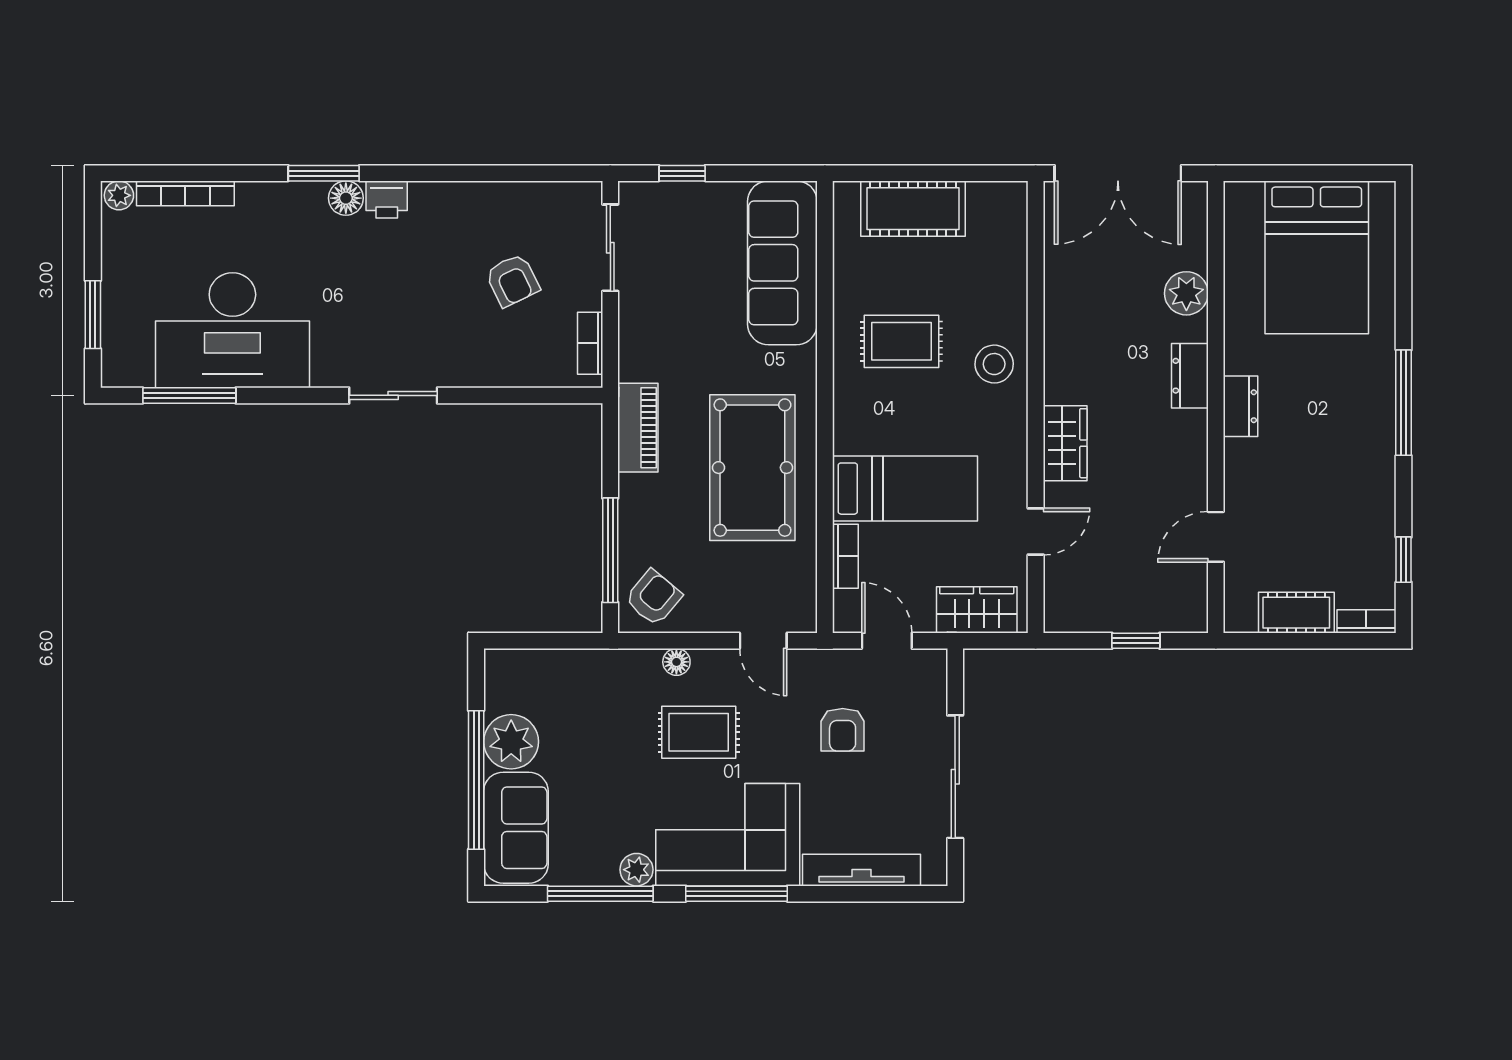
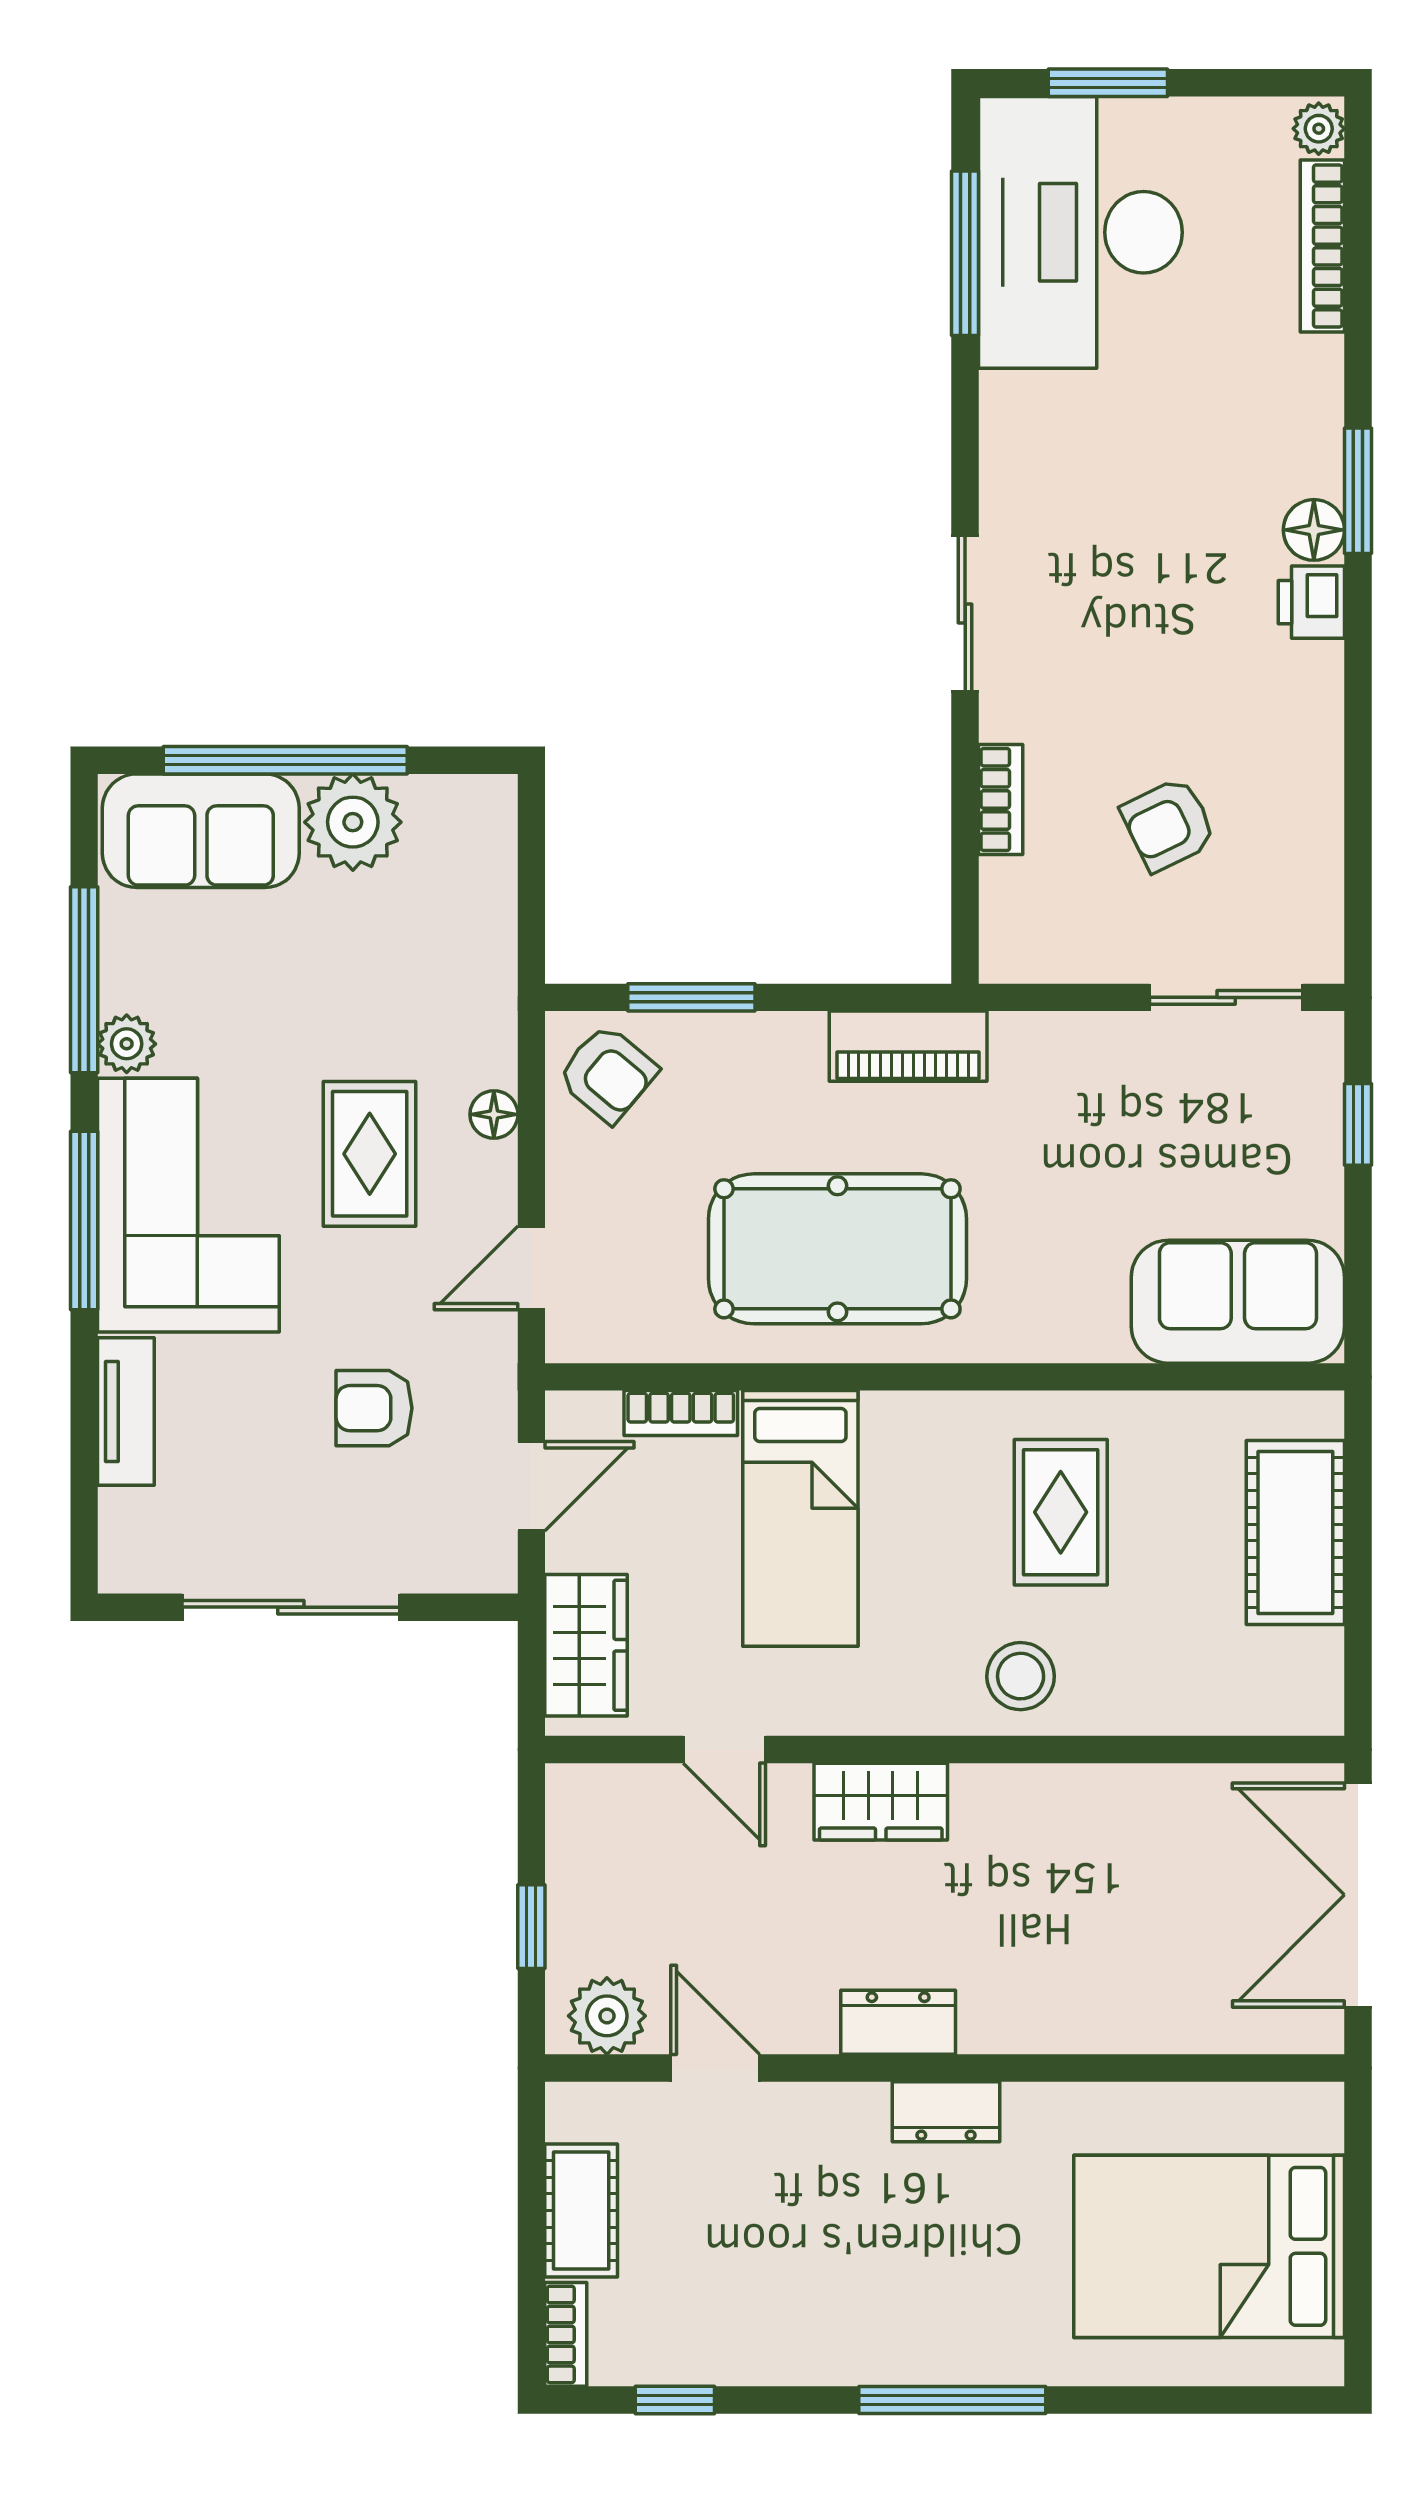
sofa: (782, 263) -> (1238, 1302), width x0.73
plant: (1186, 293) -> (607, 2016), moved
desk: (232, 330) -> (1080, 232), moved
bookcase: (590, 343) -> (1001, 799), moved, turned 90
dresser: (1190, 376) -> (898, 2022), moved
window: (610, 550) -> (691, 997), width x0.69
tv unit: (862, 870) -> (126, 1411), width x0.71

